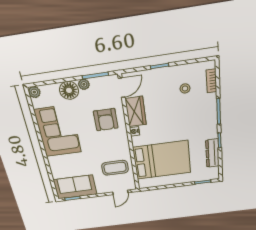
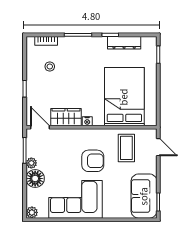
armchair: (106, 120) -> (93, 161), moved

